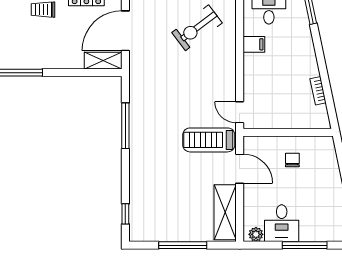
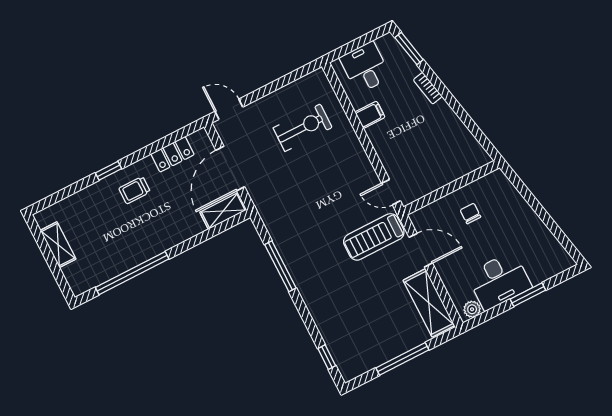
exercise bike: (197, 28) -> (303, 128), turned -143
bookcase: (318, 91) -> (428, 88), moved
desk: (282, 223) -> (499, 281), width x1.37
window: (305, 245) -> (528, 295), width x0.69

